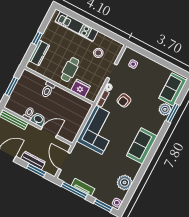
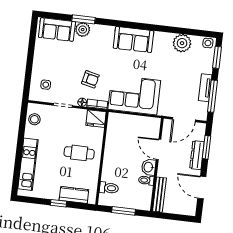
stool: (98, 53) -> (34, 119), moved
fridge: (81, 88) -> (96, 119), moved, turned -90
toilet: (48, 90) -> (109, 188), moved

